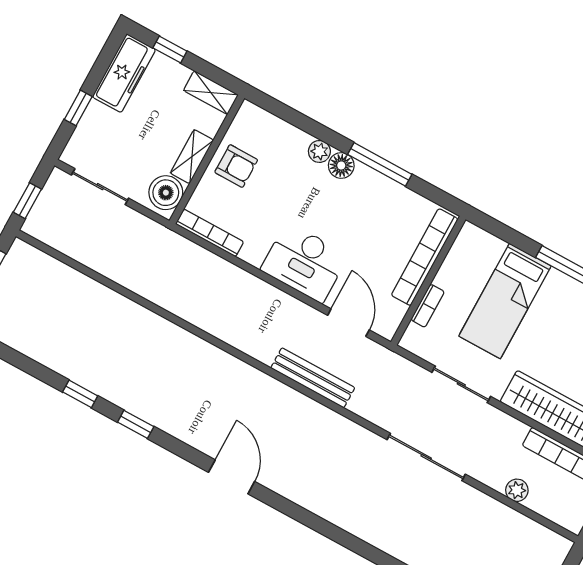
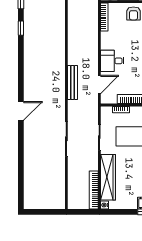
desk: (304, 263) -> (112, 61), width x0.73
door: (232, 477) -> (21, 111), moved
plant: (517, 490) -> (72, 178), removed

